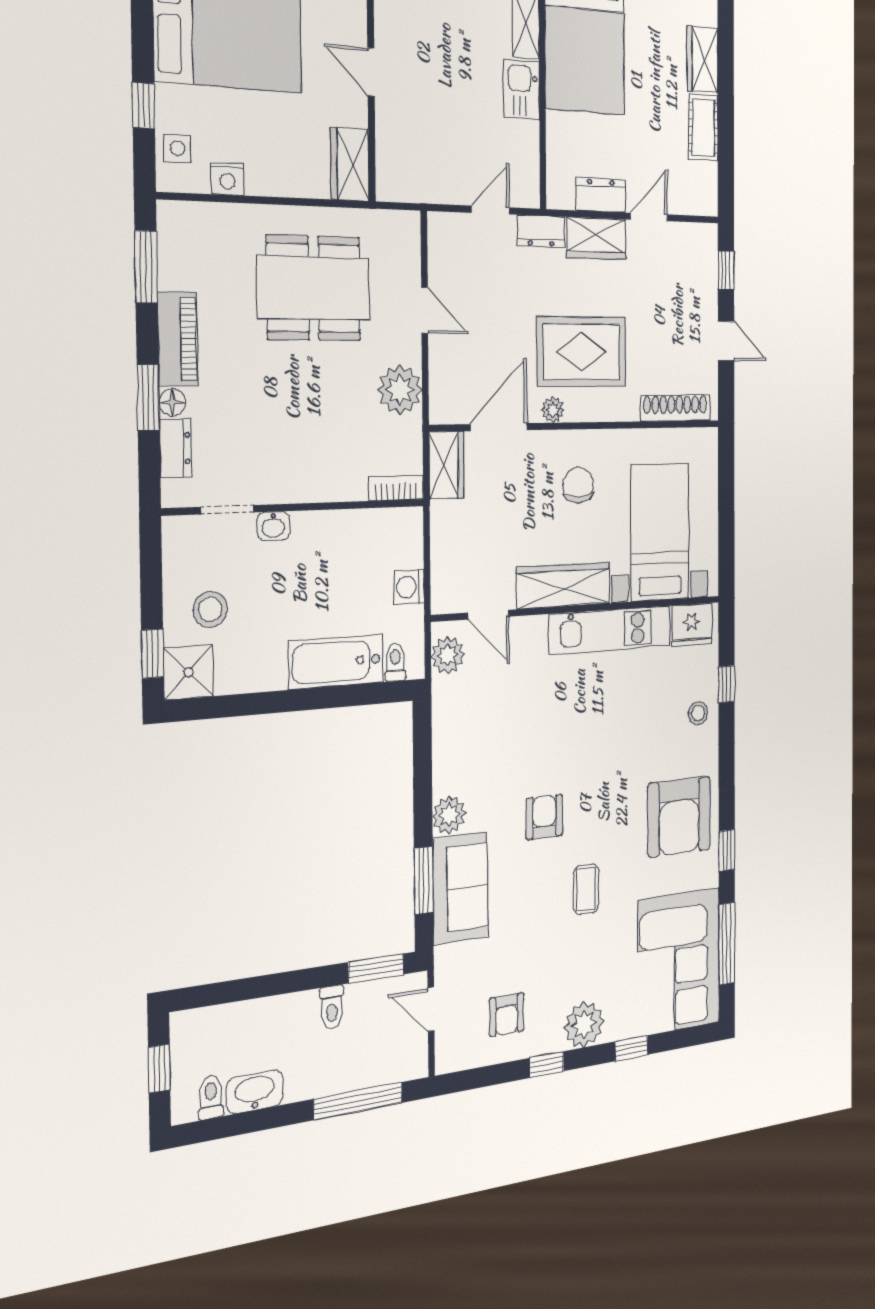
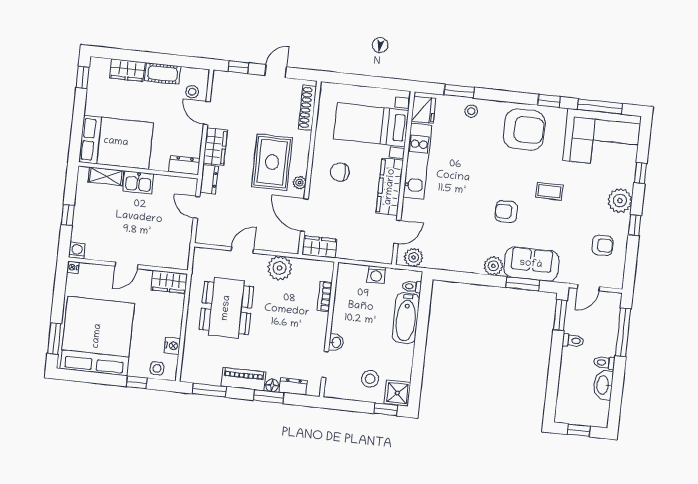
stool: (680, 186) -> (192, 92), added
dresser: (601, 195) -> (184, 165), moved, turned 90
bookcase: (396, 488) -> (325, 296), moved
window: (726, 684) -> (459, 91), width x1.50
toilet: (211, 1097) -> (604, 363), moved

